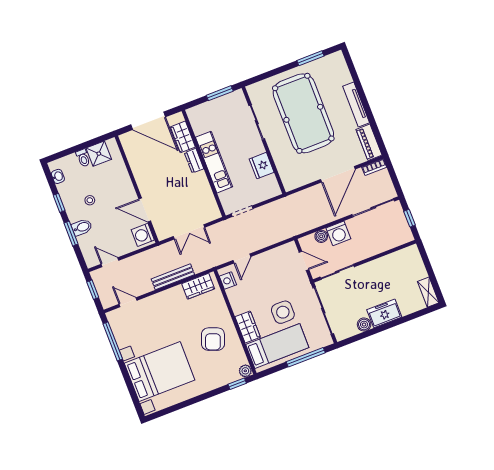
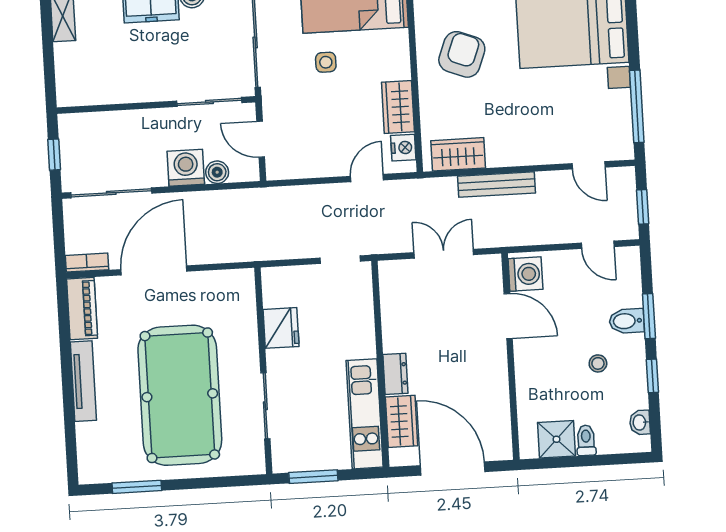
kitchen unit: (214, 162) -> (365, 414), moved
side table: (283, 312) -> (326, 62), width x0.54, depth x0.54
wardrobe: (248, 327) -> (398, 107), moved

